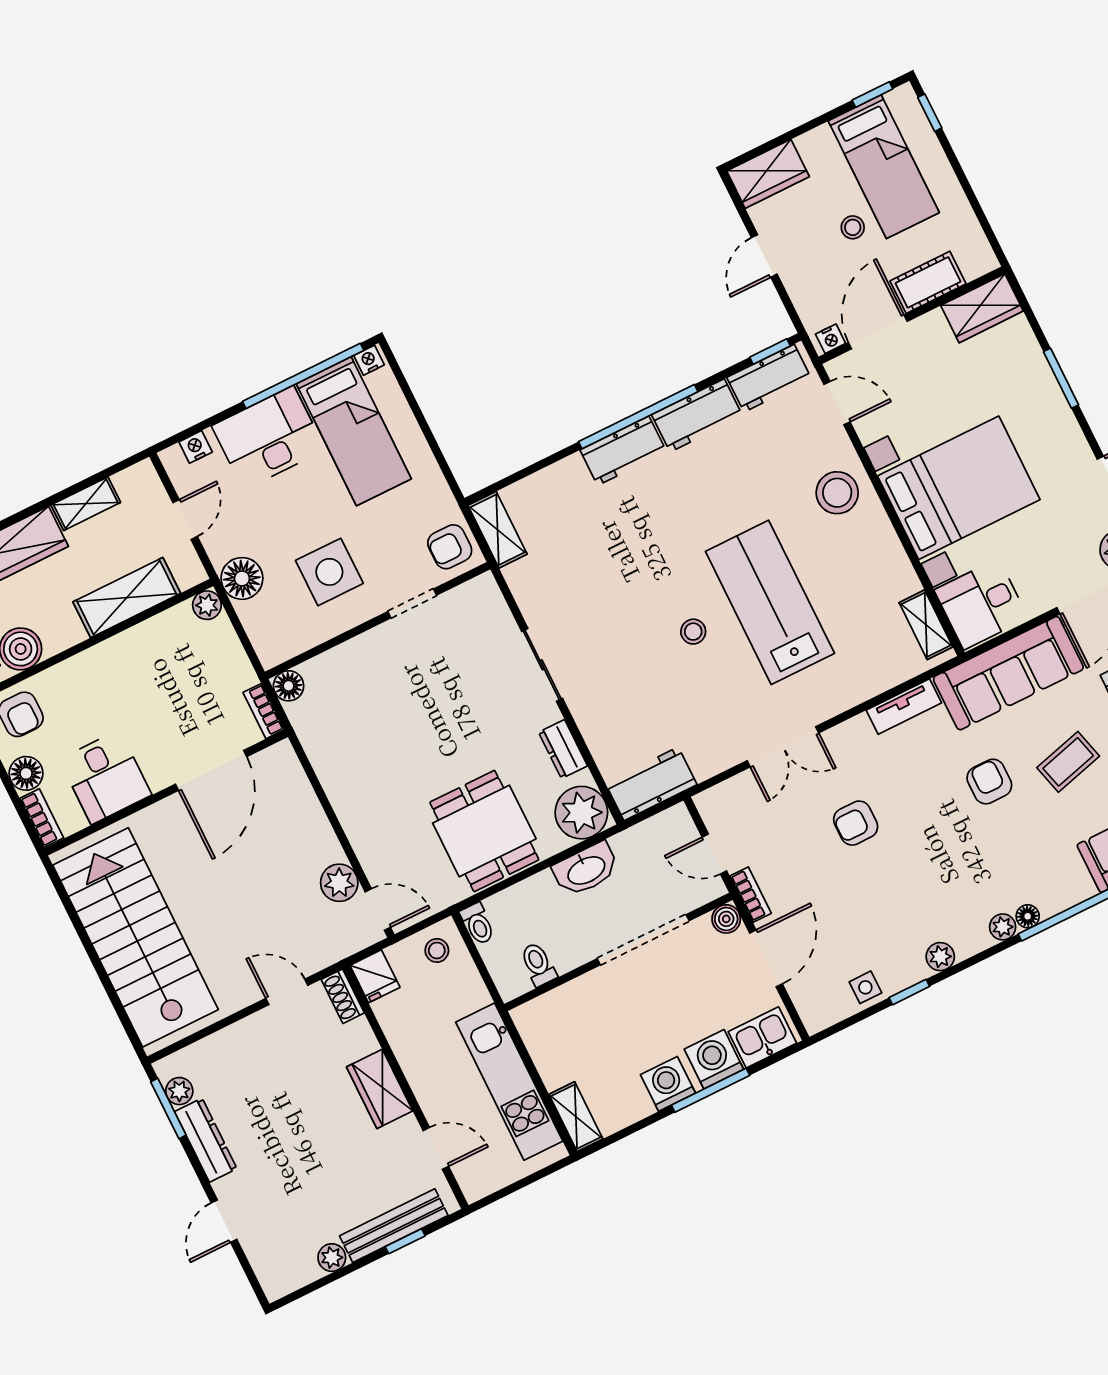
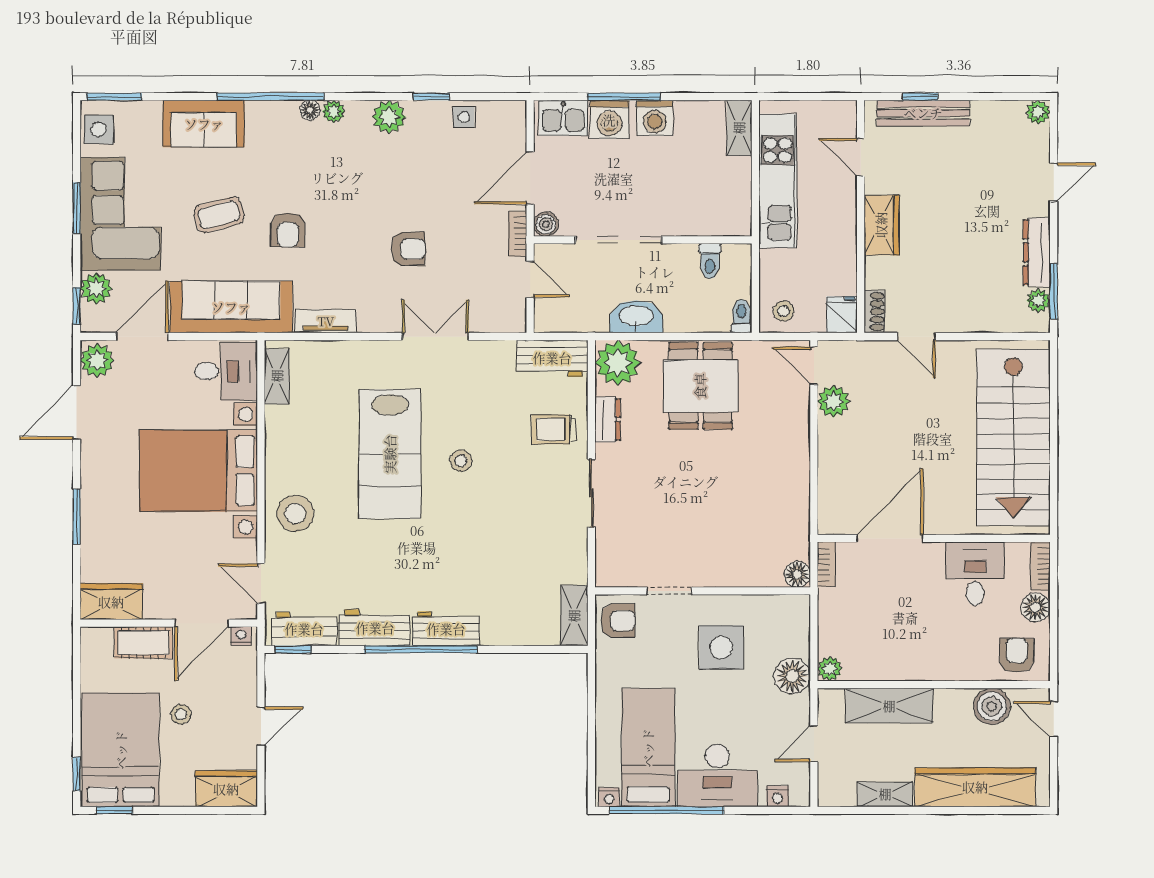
bed: (884, 167) -> (121, 750), width x1.50
trolley: (613, 711) -> (554, 429), added
plant: (940, 957) -> (389, 117), width x1.38, depth x1.38
plant: (332, 1258) -> (1038, 112), moved

